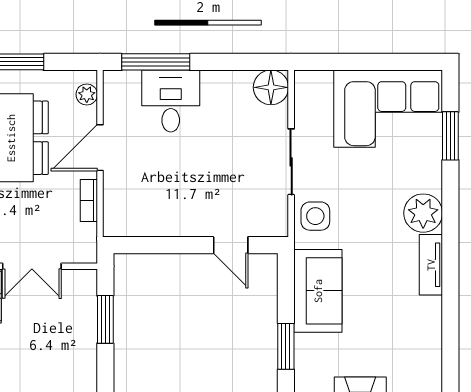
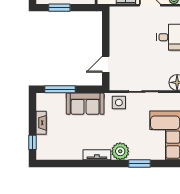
window: (450, 136) -> (140, 164), moved
window: (105, 319) -> (59, 8), moved
window: (286, 346) -> (60, 89), width x1.44

